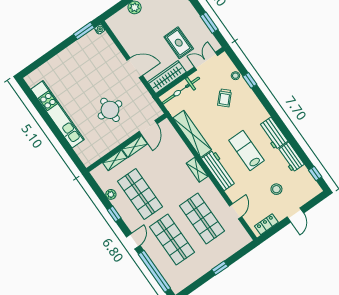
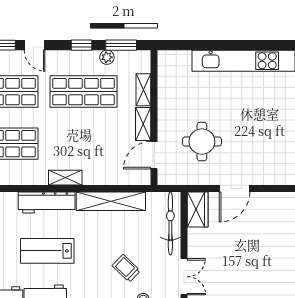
rug: (179, 43) -> (228, 260), removed
wardrobe: (167, 77) -> (198, 209), width x0.67
round table: (110, 110) -> (202, 142), moved
door: (148, 128) -> (154, 155), hinge flipped
lab bench: (246, 150) -> (47, 251), turned 180
window: (98, 191) -> (121, 45), added

